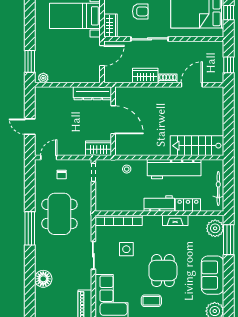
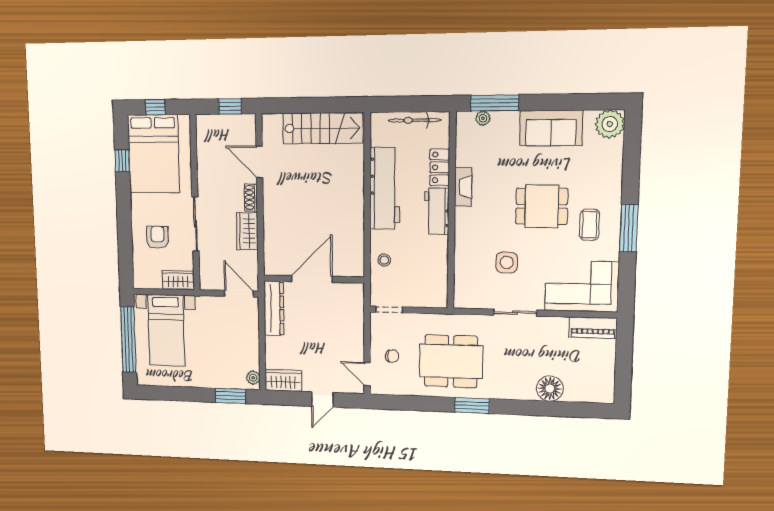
door: (102, 56) -> (239, 294), moved
stairs: (197, 146) -> (323, 128), moved, turned -90
wardrobe: (98, 148) -> (283, 380), moved, turned 90
bookcase: (119, 220) -> (462, 273), removed
window: (30, 228) -> (472, 405), width x0.69
plant: (215, 228) -> (483, 118), width x0.53, depth x0.53

